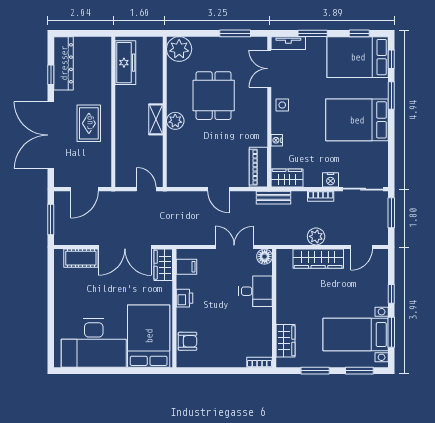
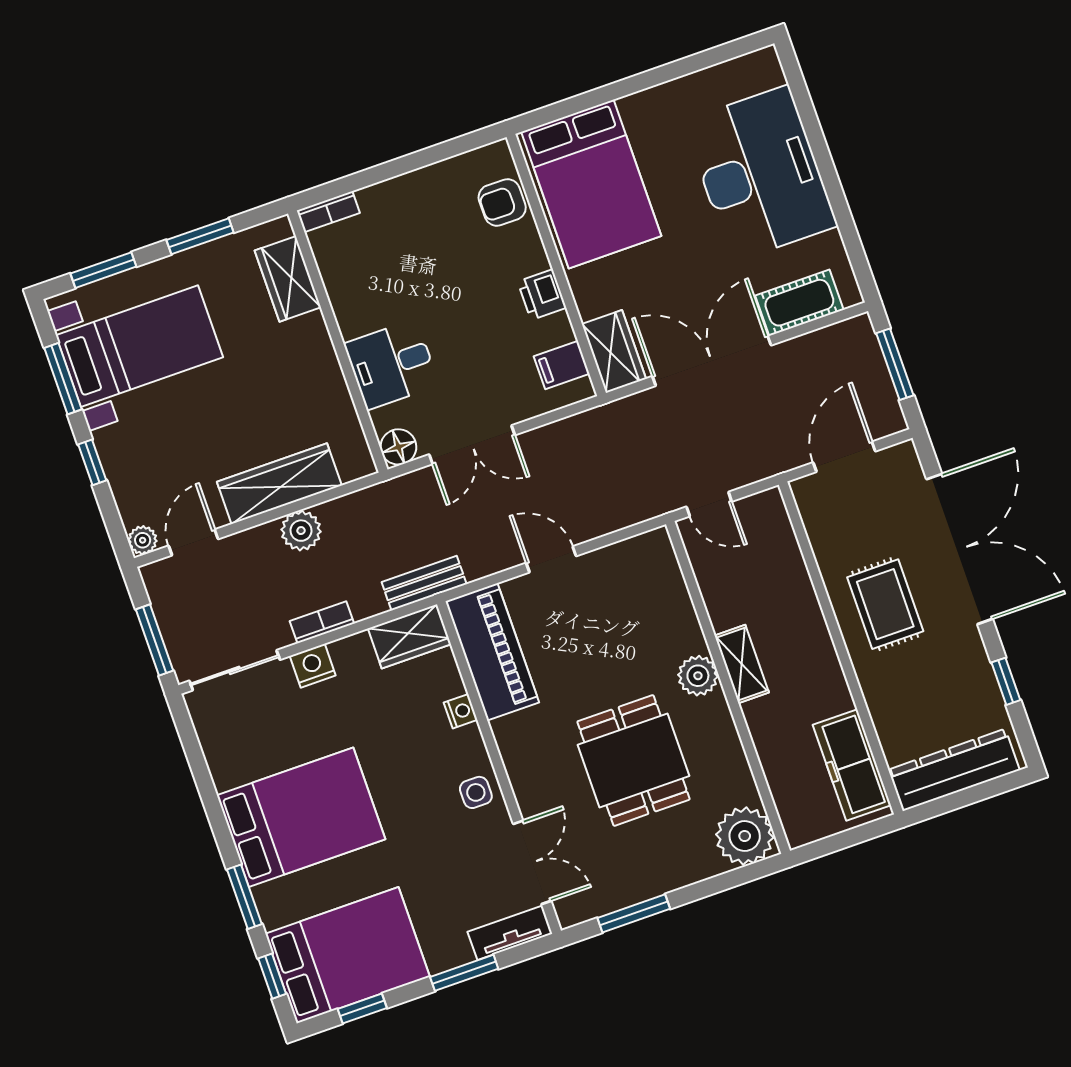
dresser: (64, 63) -> (954, 770), moved, turned 90
piano: (258, 167) -> (492, 652), width x1.37, depth x1.33
plant: (382, 255) -> (143, 540), added
desk: (94, 343) -> (760, 174), moved, turned 90

